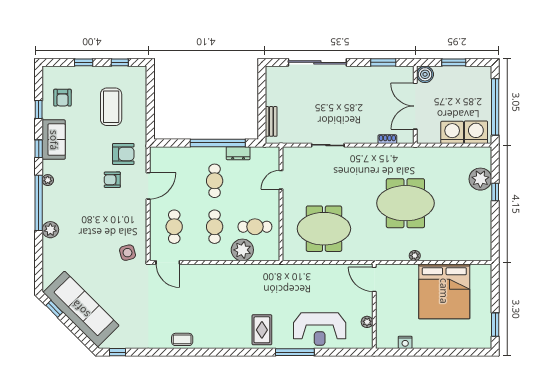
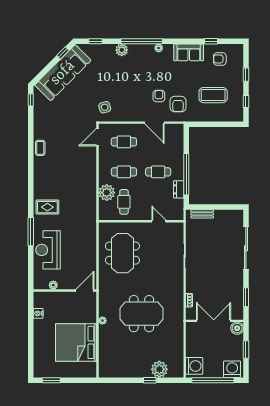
washing machine: (452, 132) -> (232, 369), moved, turned -90
window: (39, 149) -> (96, 41), moved
meeting table: (405, 203) -> (141, 314), turned 90

